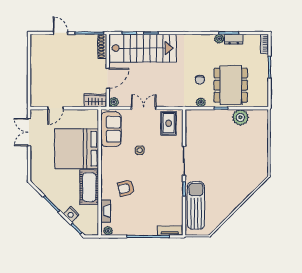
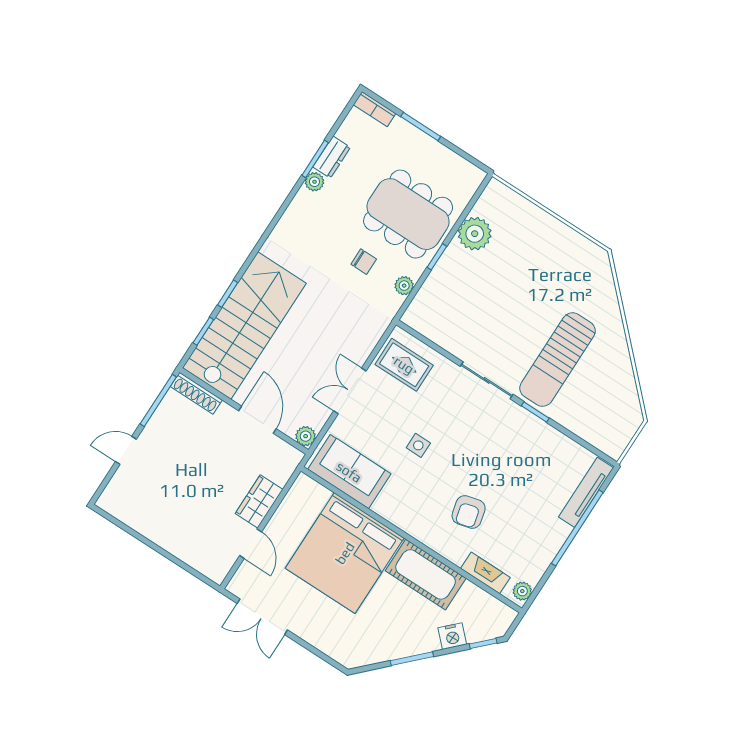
wardrobe: (95, 100) -> (259, 501), moved
sun lounger: (196, 205) -> (558, 360), moved, turned -90
tv unit: (170, 231) -> (586, 492), width x1.41

